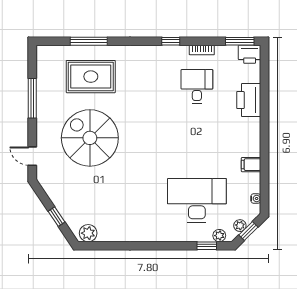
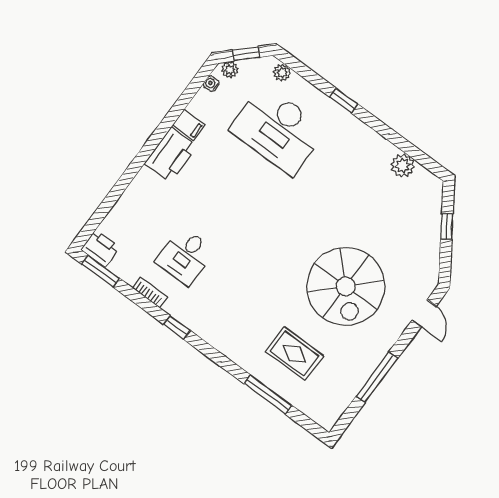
rug: (91, 77) -> (295, 354), width x0.73, depth x0.70
printer: (249, 100) -> (171, 155), moved
plant: (240, 226) -> (230, 70), moved
plant: (88, 233) -> (403, 166), moved
window: (207, 246) -> (344, 101), moved

